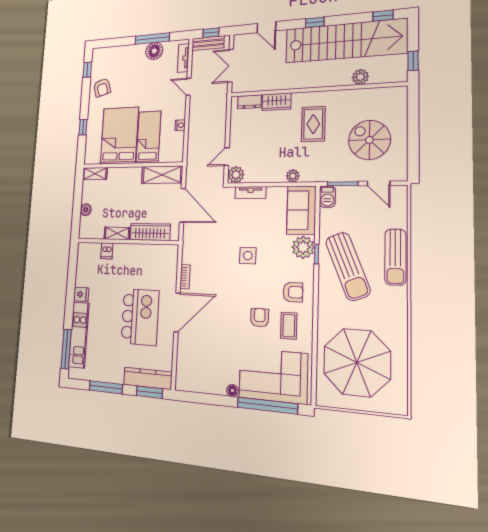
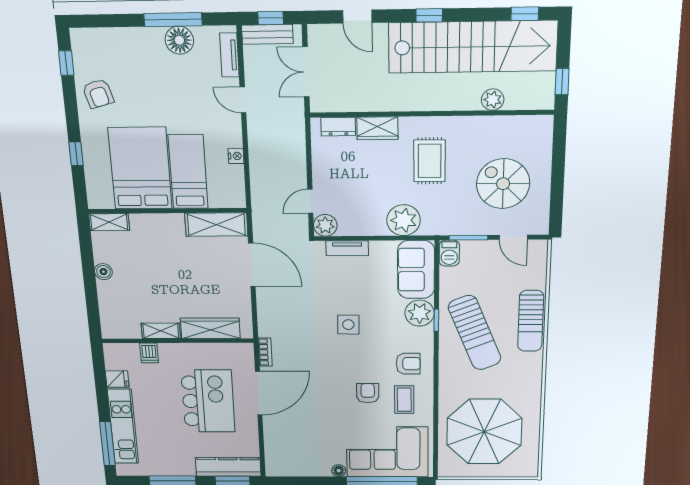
plant: (293, 176) -> (404, 220), width x1.88, depth x1.88
wardrobe: (150, 232) -> (210, 328), moved
shelving: (117, 233) -> (161, 331), moved
wall: (127, 242) -> (178, 341), moved
dishwasher: (107, 251) -> (149, 353), moved

